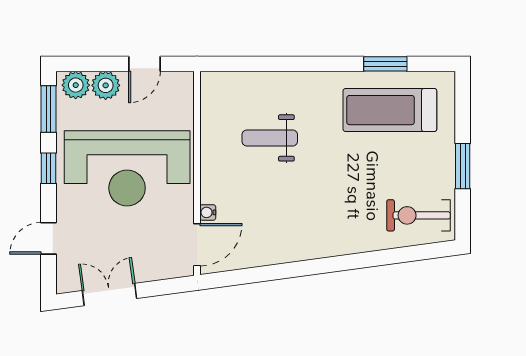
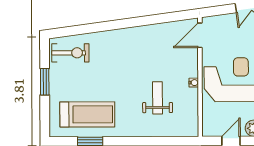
weight bench: (270, 138) -> (158, 98), turned -90
water cooler: (208, 212) -> (194, 83), moved

